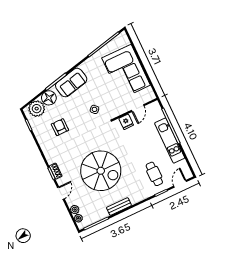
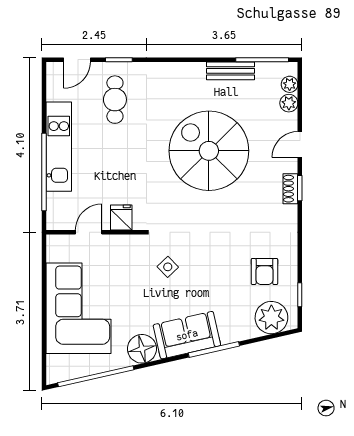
floor lamp: (49, 98) -> (142, 349), moved
armchair: (60, 127) -> (264, 271), moved
bench: (119, 207) -> (231, 71), moved

